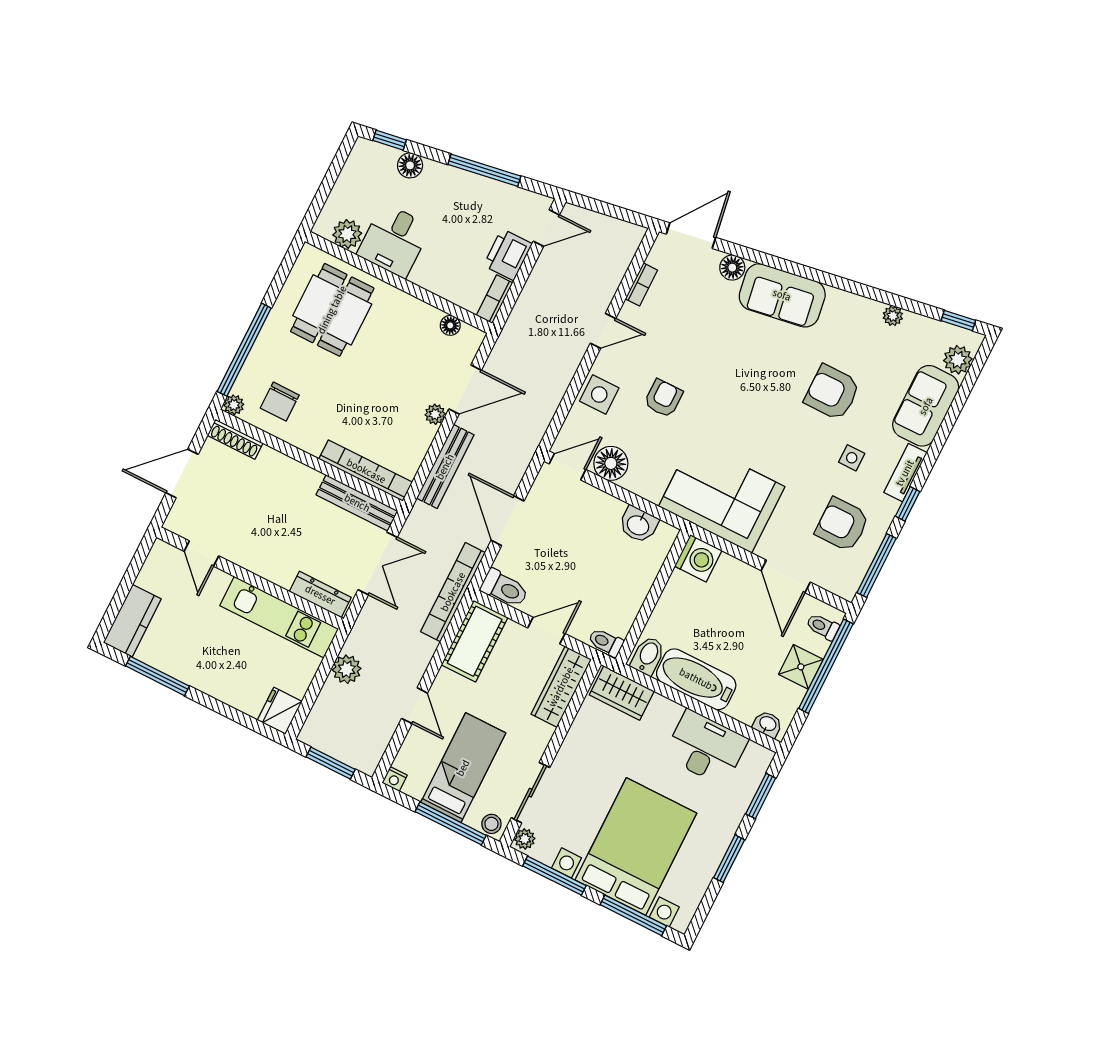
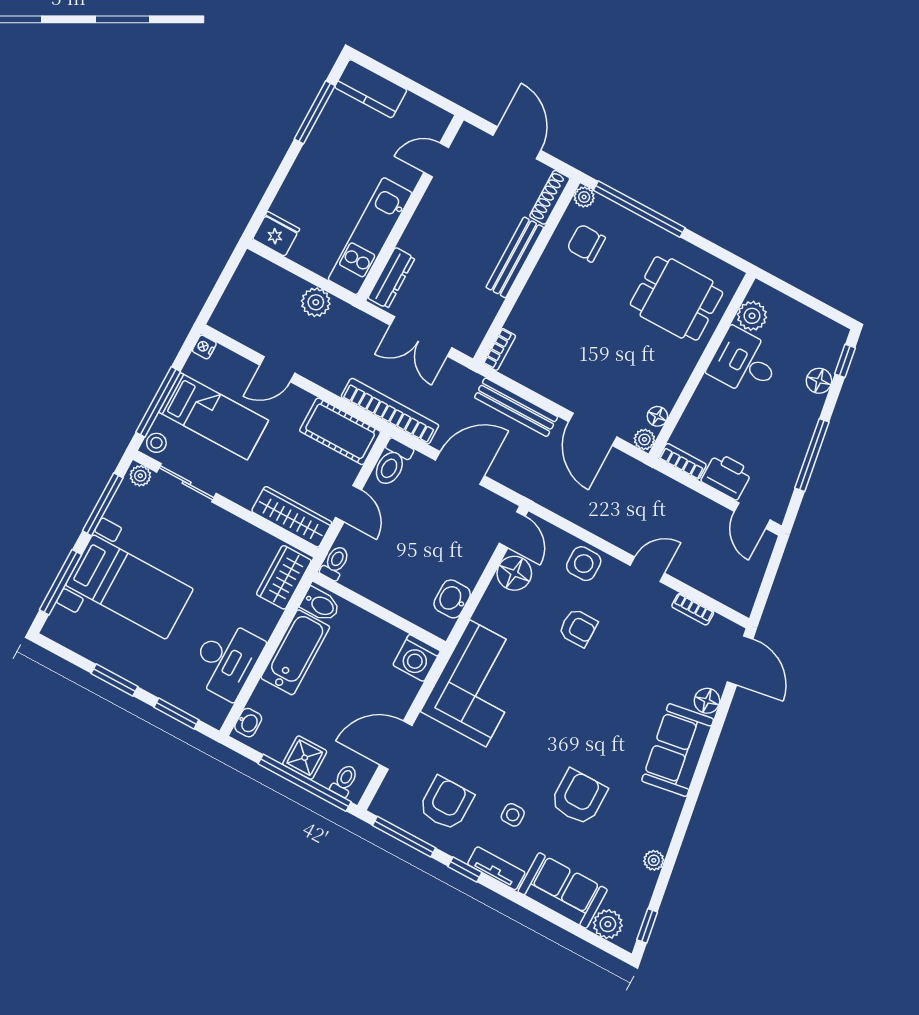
door: (603, 331) -> (647, 569), swing flipped
plant: (435, 414) -> (644, 439), moved
bookcase: (366, 471) -> (499, 349), width x0.43, depth x0.76
bench: (357, 503) -> (515, 257), moved
window: (331, 763) -> (222, 283), removed
bed with nightstands: (636, 847) -> (129, 587), width x0.73

